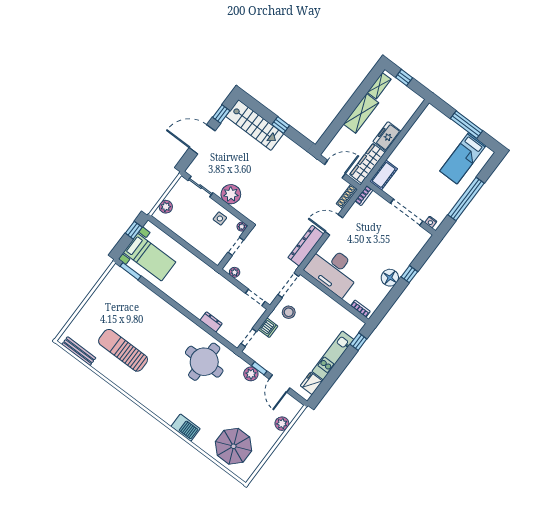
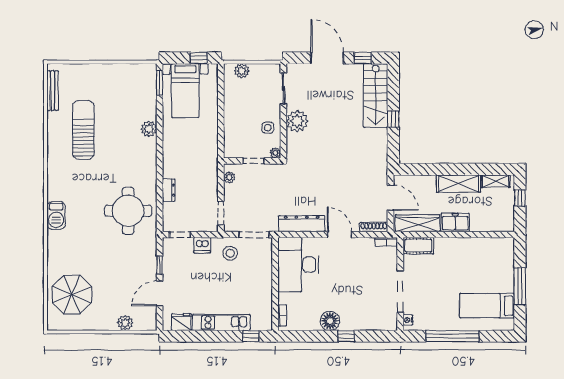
plant: (251, 374) -> (149, 129), moved
barbecue: (186, 428) -> (56, 215), moved

